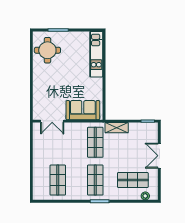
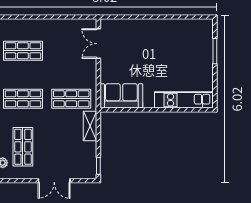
round table: (47, 50) -> (189, 38), removed
sofa: (83, 110) -> (121, 96), moved, turned -90
double door: (159, 156) -> (54, 181), swing flipped

